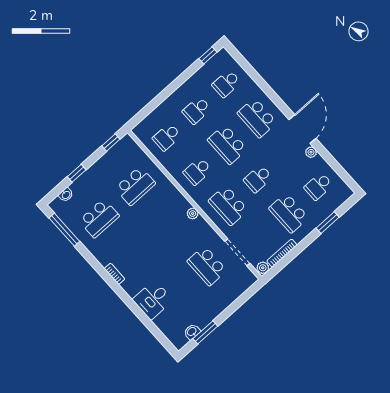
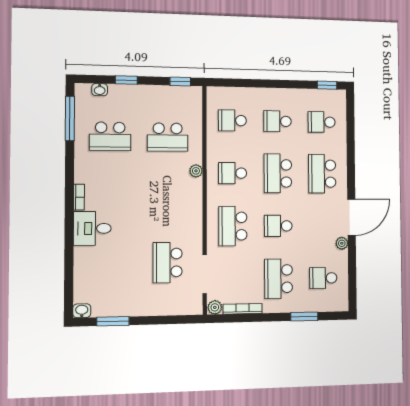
plant: (193, 214) -> (196, 171), moved
desk: (153, 300) -> (92, 228), moved
washbasin: (192, 332) -> (82, 311), moved

